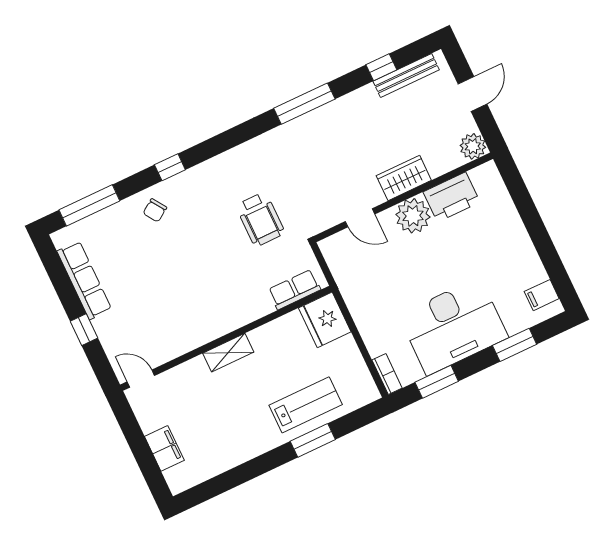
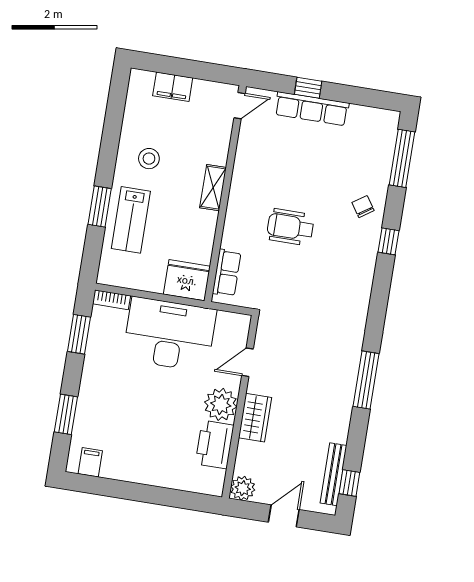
window: (381, 67) -> (349, 483), moved
door: (472, 94) -> (284, 516), swing flipped
wheelchair: (260, 219) -> (290, 227), moved
row of seats: (84, 280) -> (312, 109), moved
desk: (453, 326) -> (170, 334), moved, turned 90
stool: (241, 426) -> (149, 159), added

